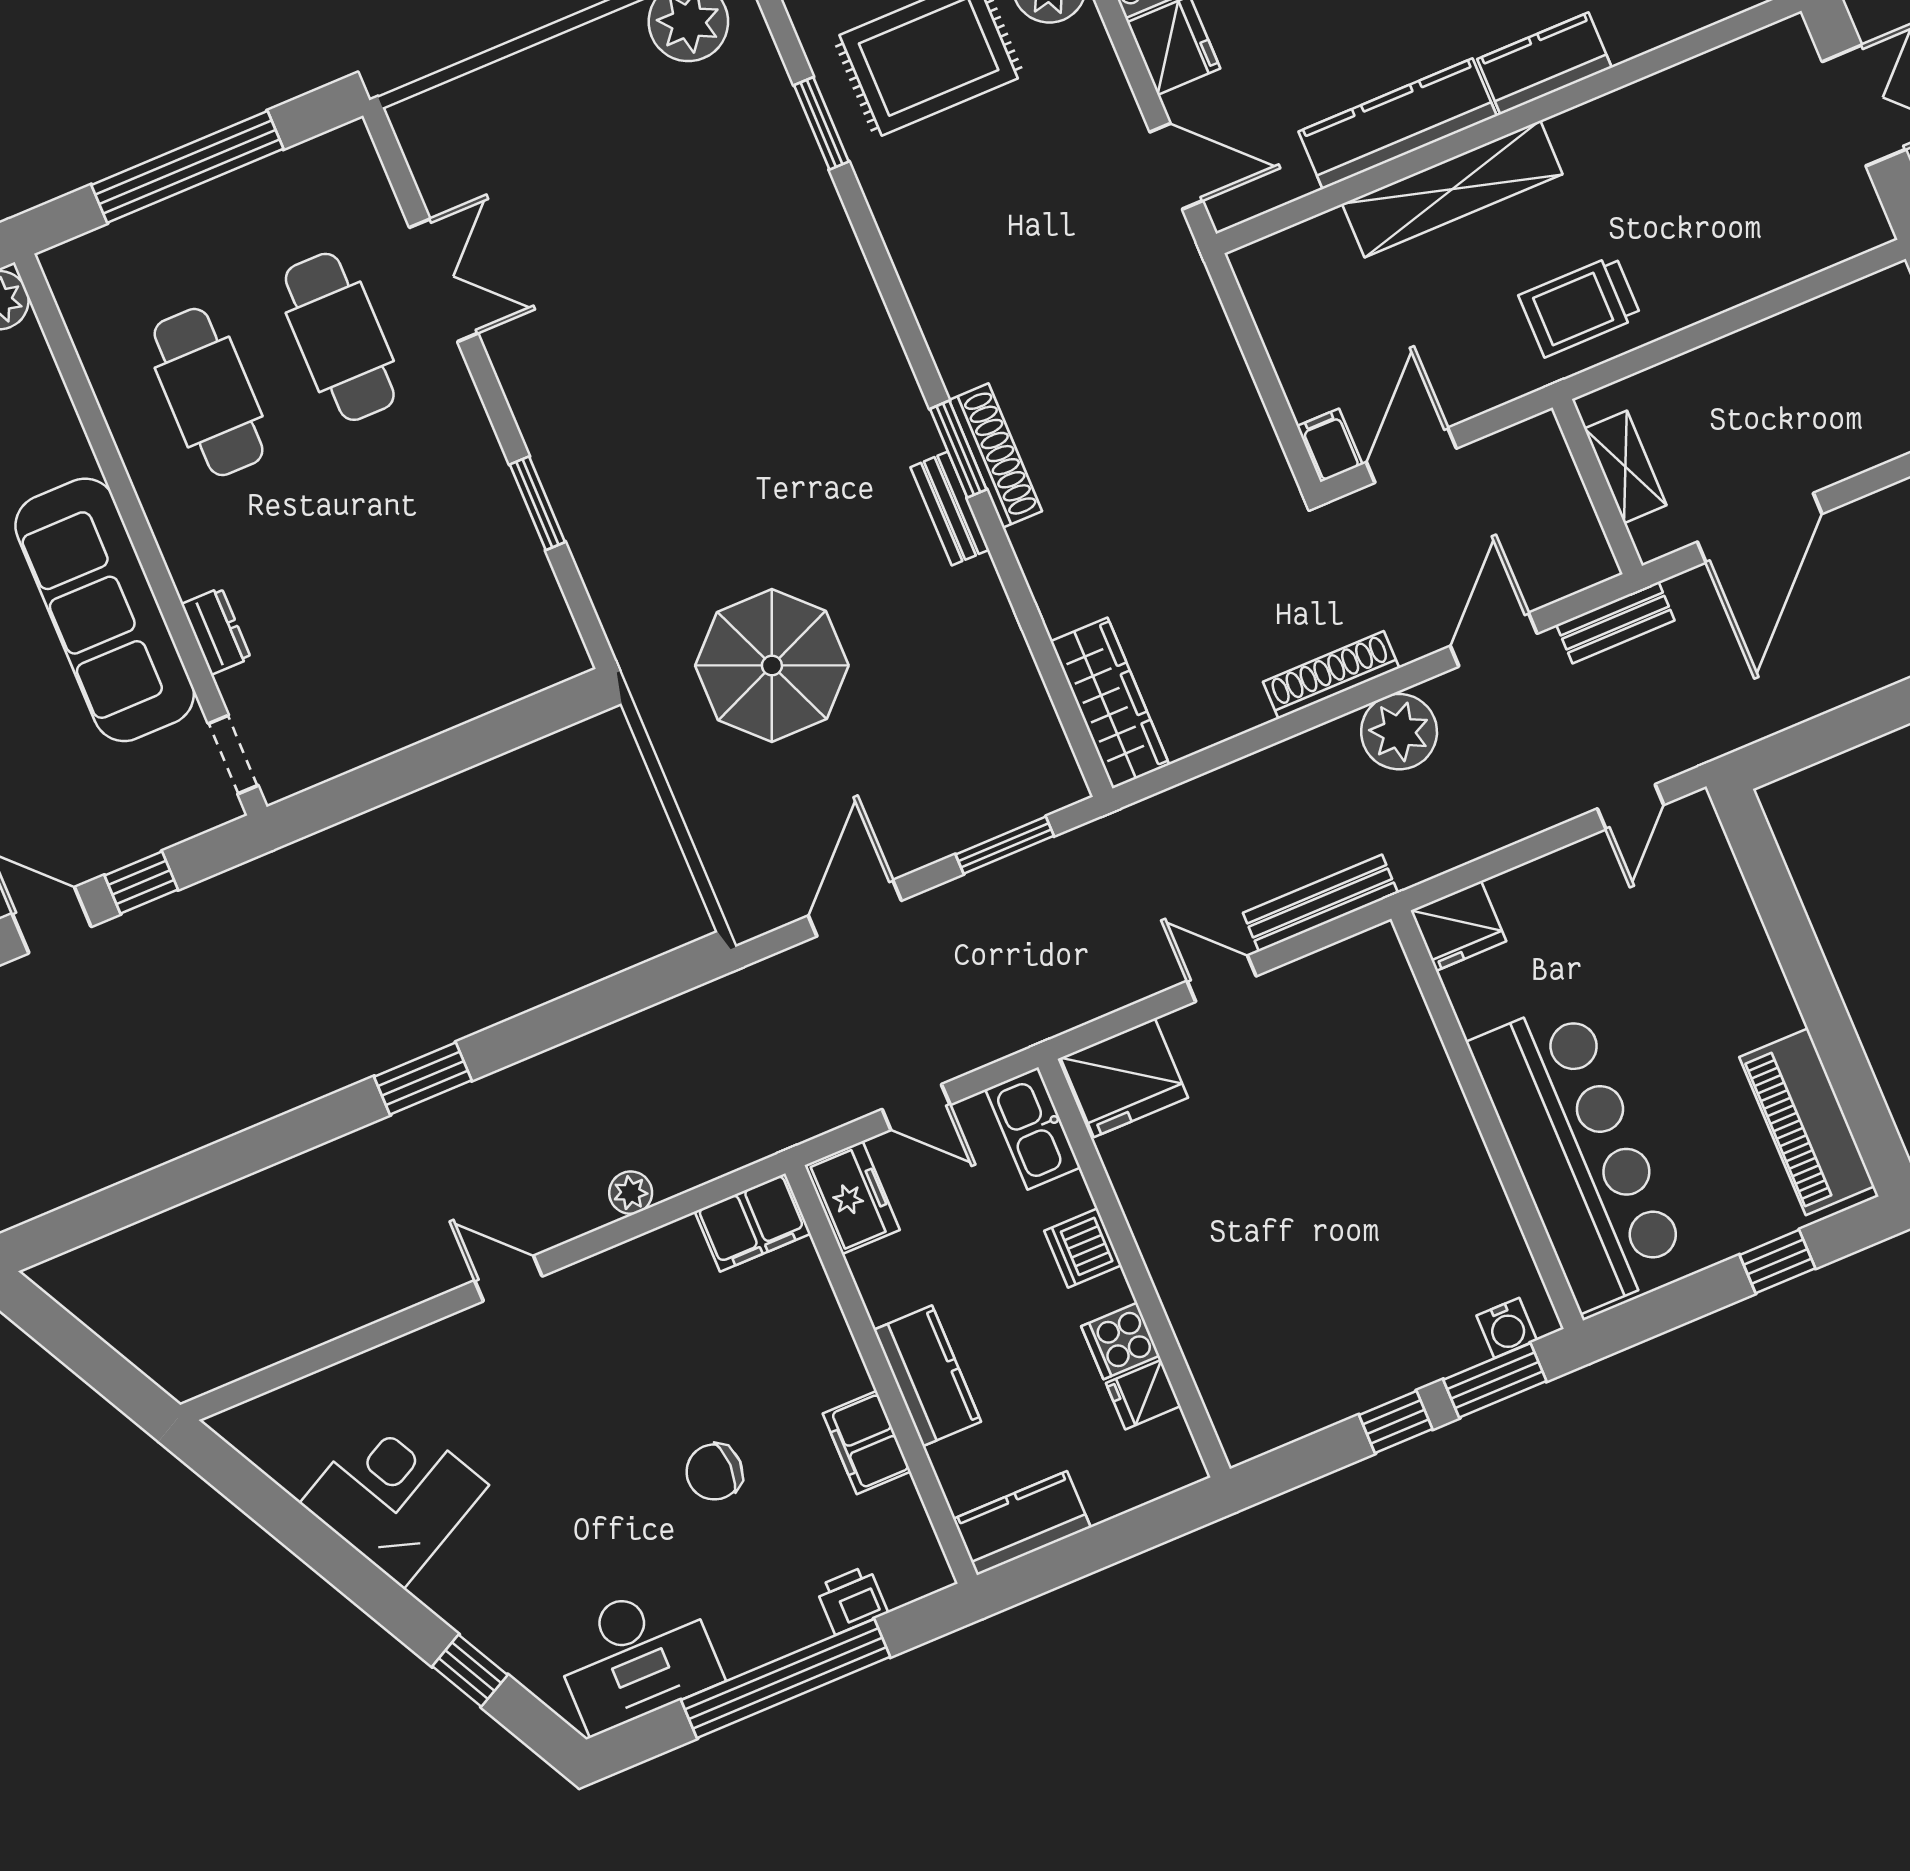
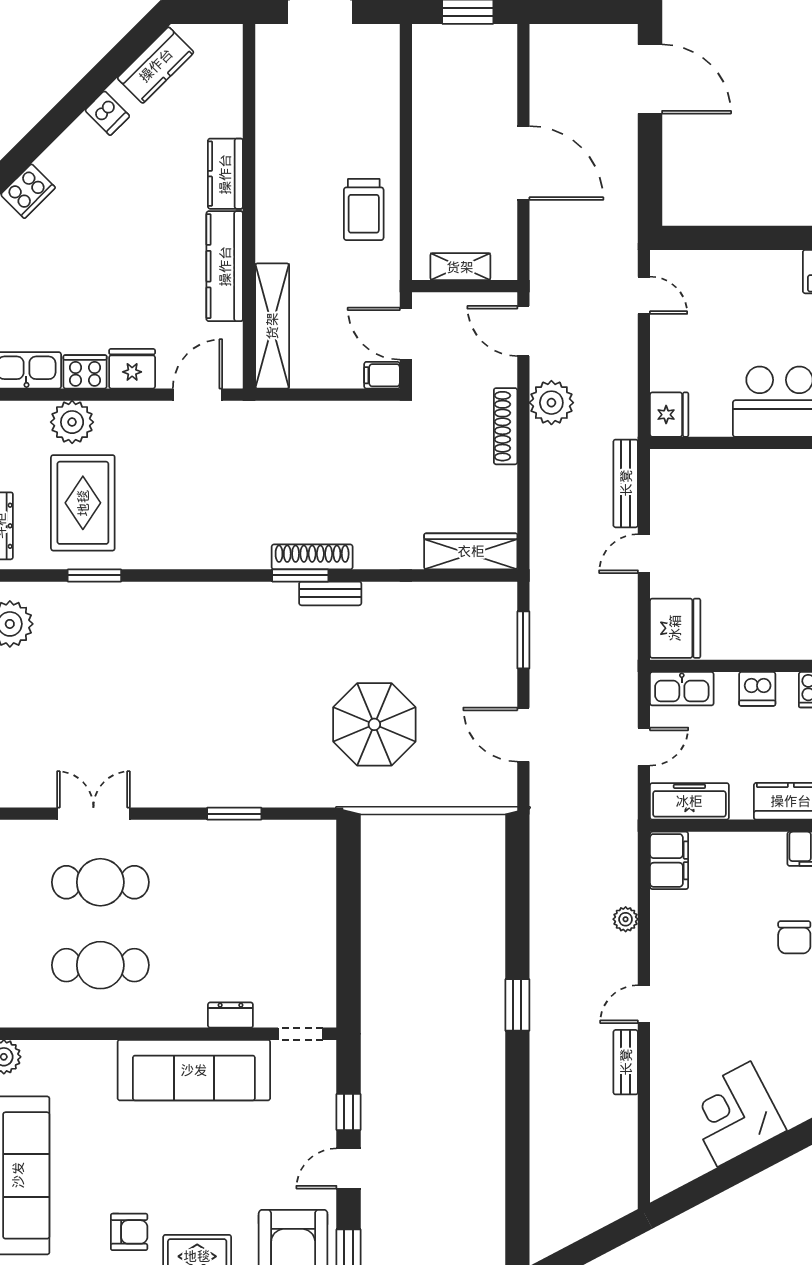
shelving: (1452, 189) -> (272, 326), moved
shelving: (1625, 467) -> (460, 267), moved
wall: (1597, 487) -> (465, 286), moved
bench: (1615, 623) -> (626, 1062), moved
freezer: (852, 1198) -> (689, 801), width x1.40

